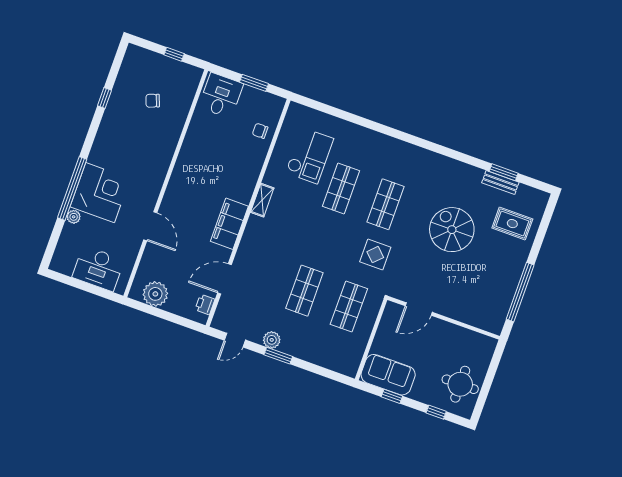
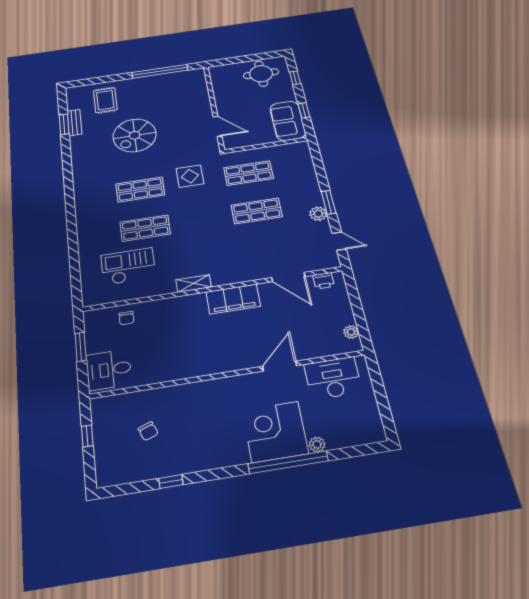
desk: (98, 268) -> (333, 378), moved, turned -90
plant: (155, 294) -> (351, 332), width x0.53, depth x0.53

